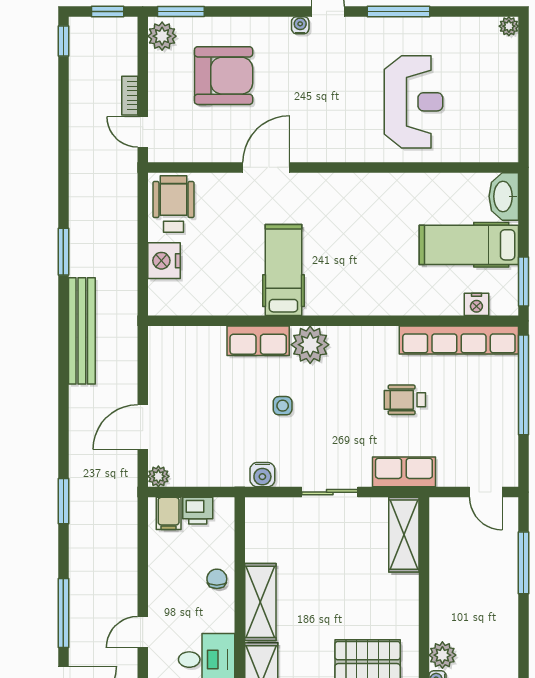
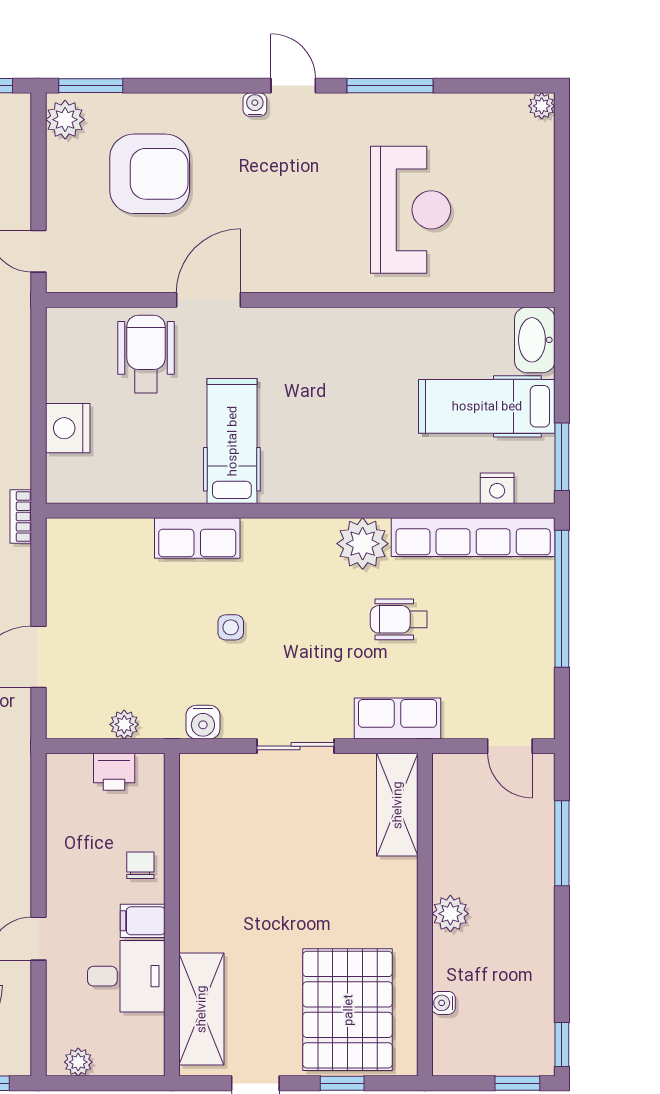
bookcase: (130, 96) -> (21, 517), moved
wheelchair: (173, 204) -> (146, 354), moved
plant: (310, 345) -> (363, 544), moved
plant: (158, 476) -> (124, 724), moved
filing cabinet: (169, 513) -> (143, 921), moved, turned 90
shelving: (260, 602) -> (200, 897), removed
plant: (442, 655) -> (450, 914), moved

